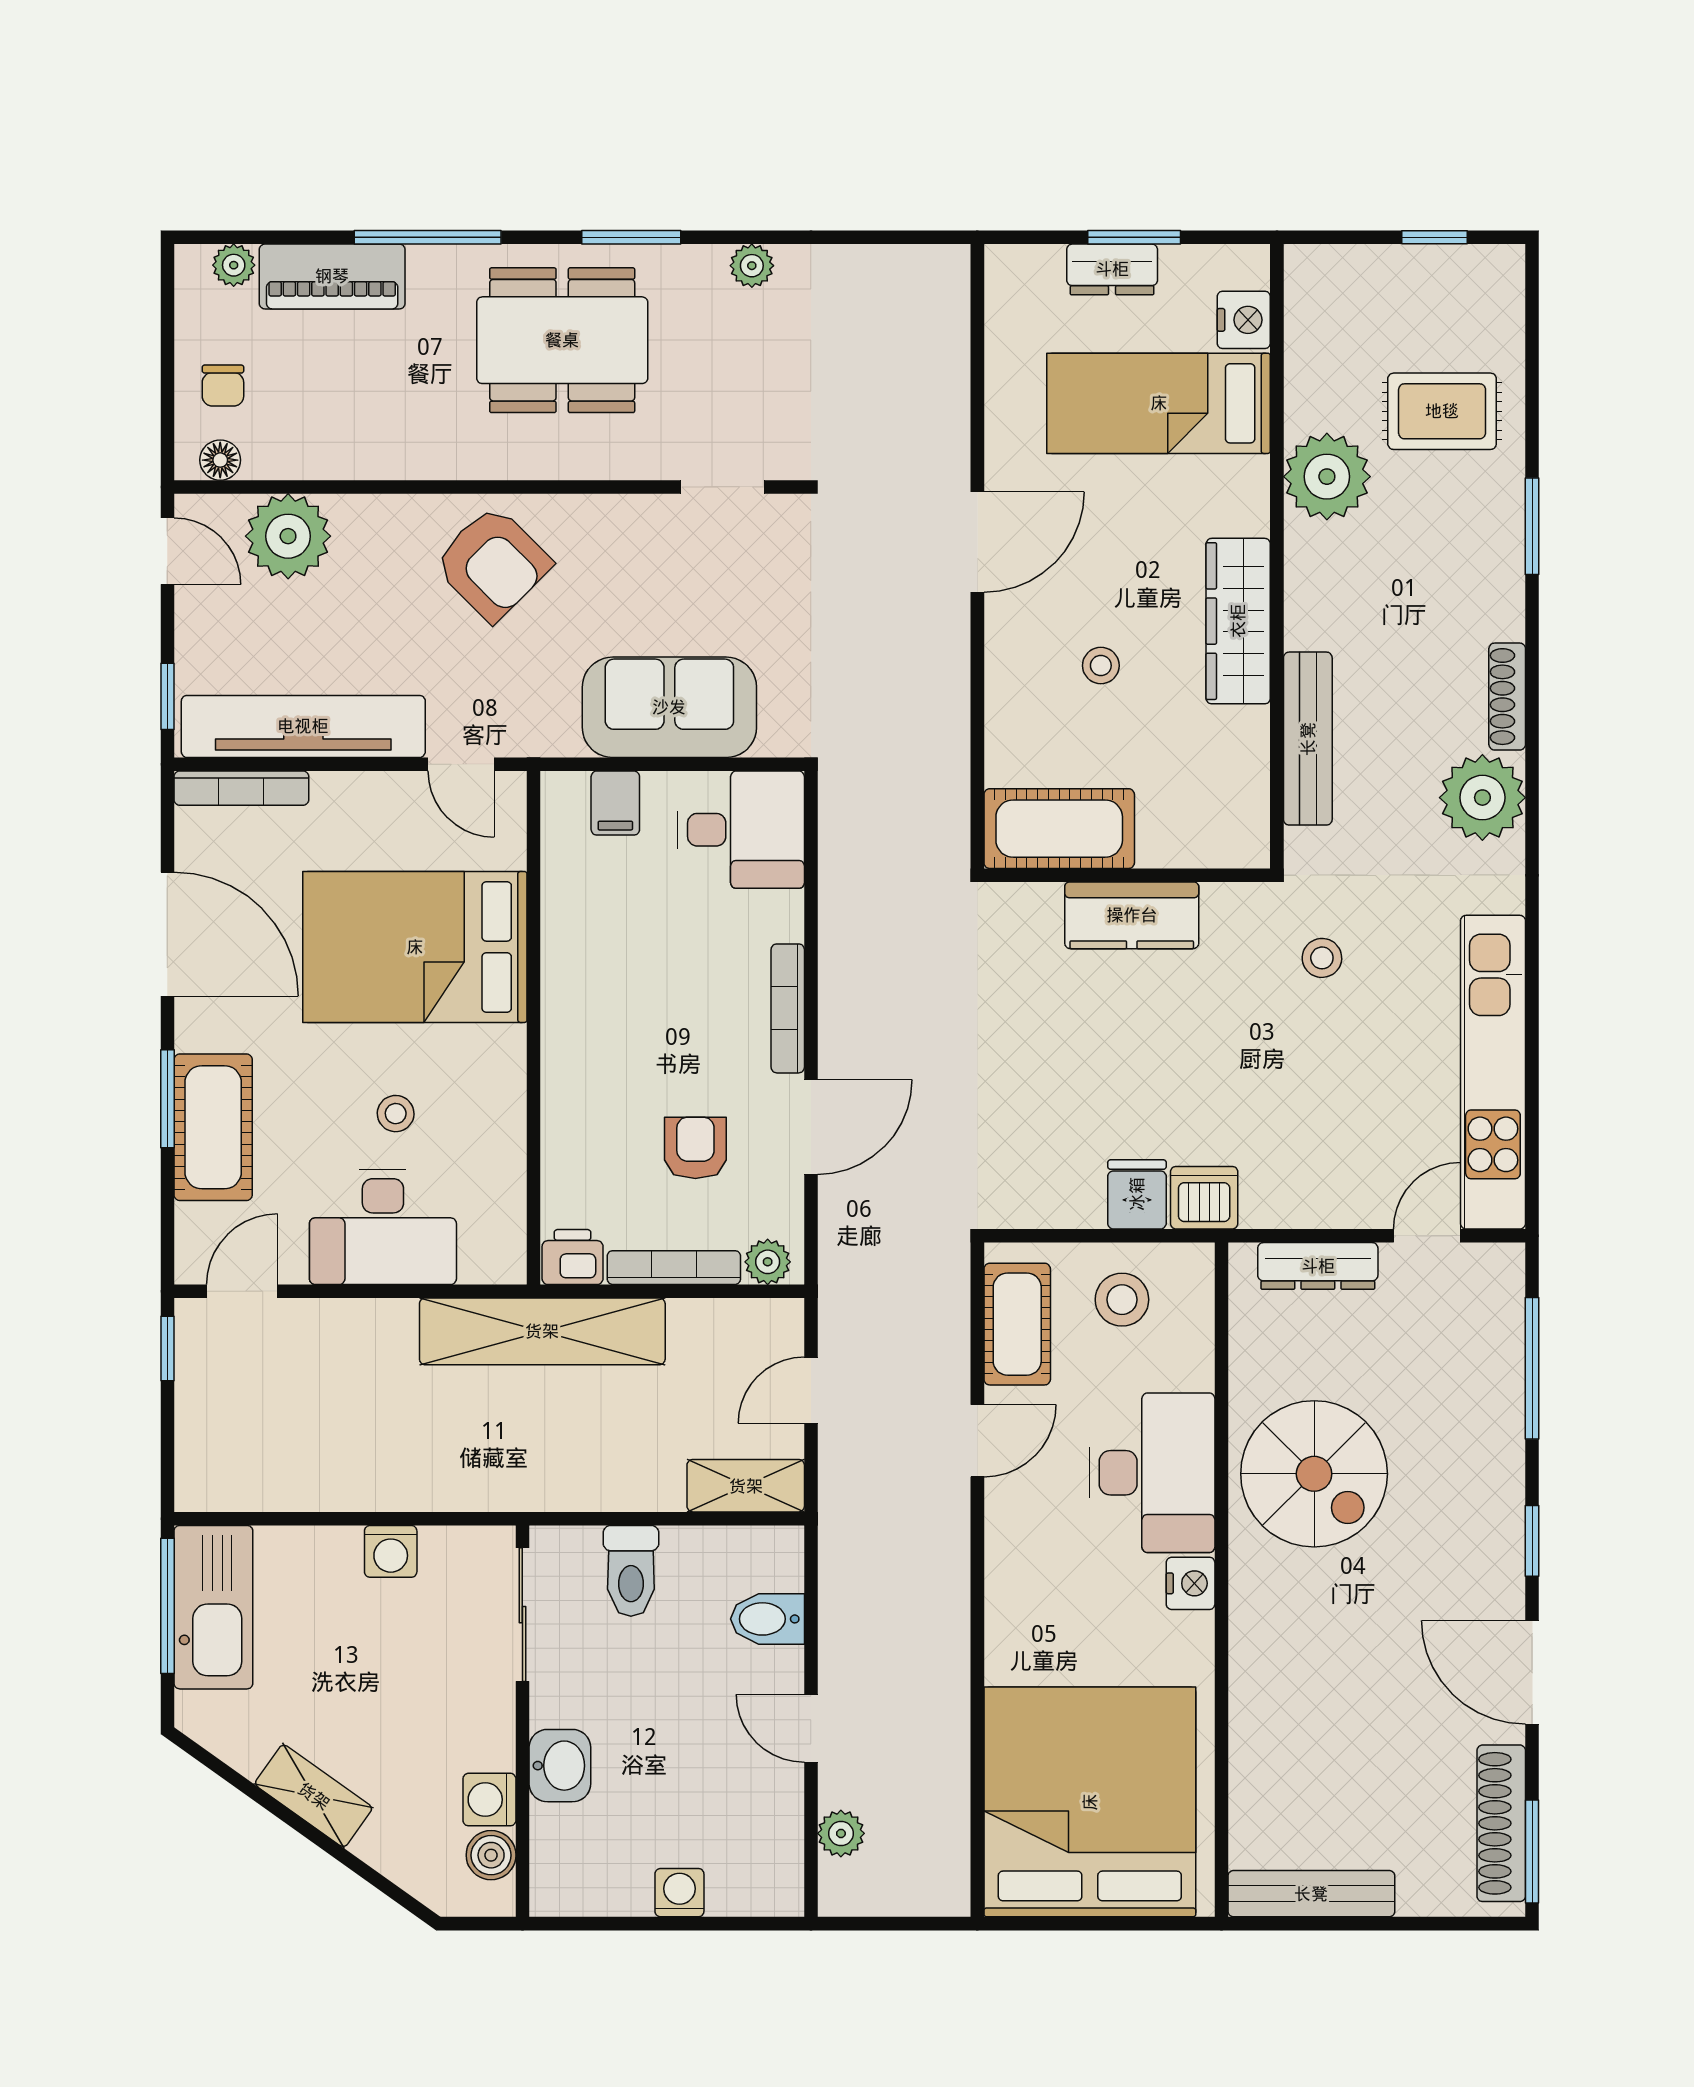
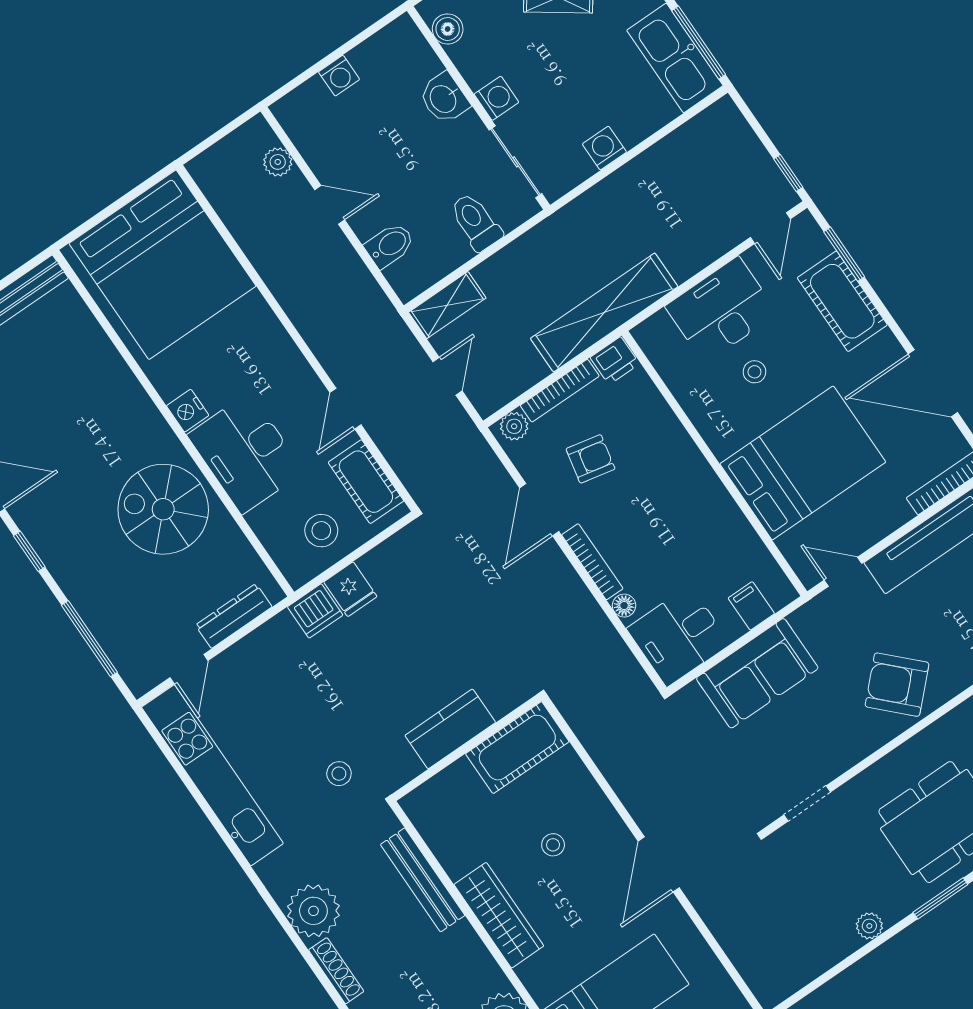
floor lamp: (785, 921) -> (624, 606), added
window: (167, 1099) -> (844, 254), moved
armchair: (695, 1148) -> (591, 459), turned -78
washing machine: (489, 1800) -> (496, 98), moved

